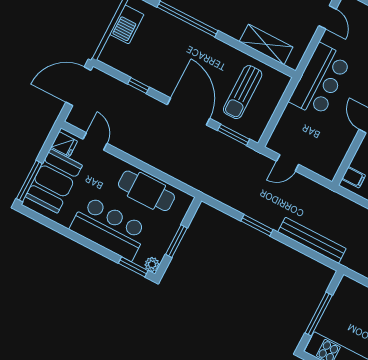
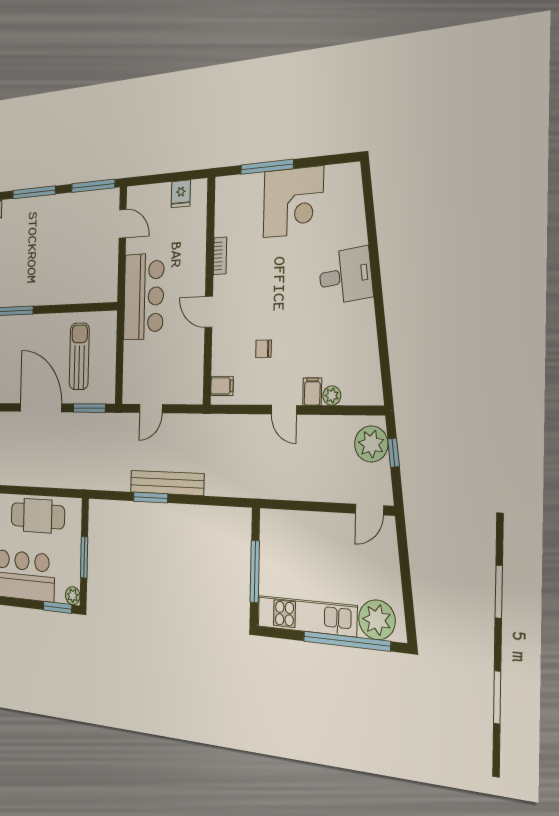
shelving: (266, 44) -> (80, 291), removed
sun lounger: (243, 92) -> (79, 356), turned 180
bench: (312, 240) -> (167, 483), moved

